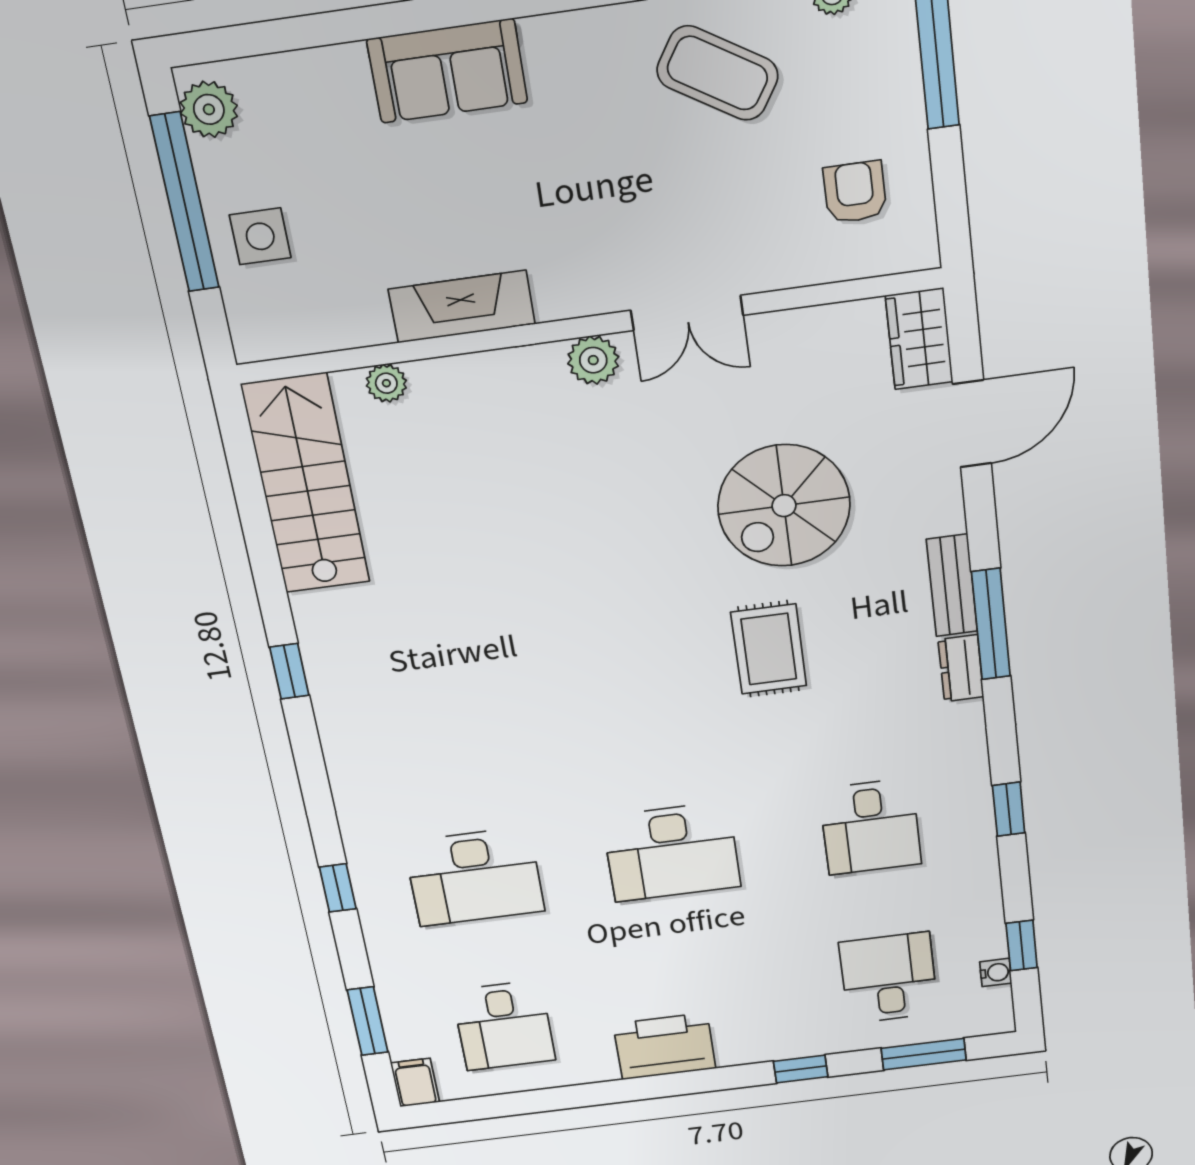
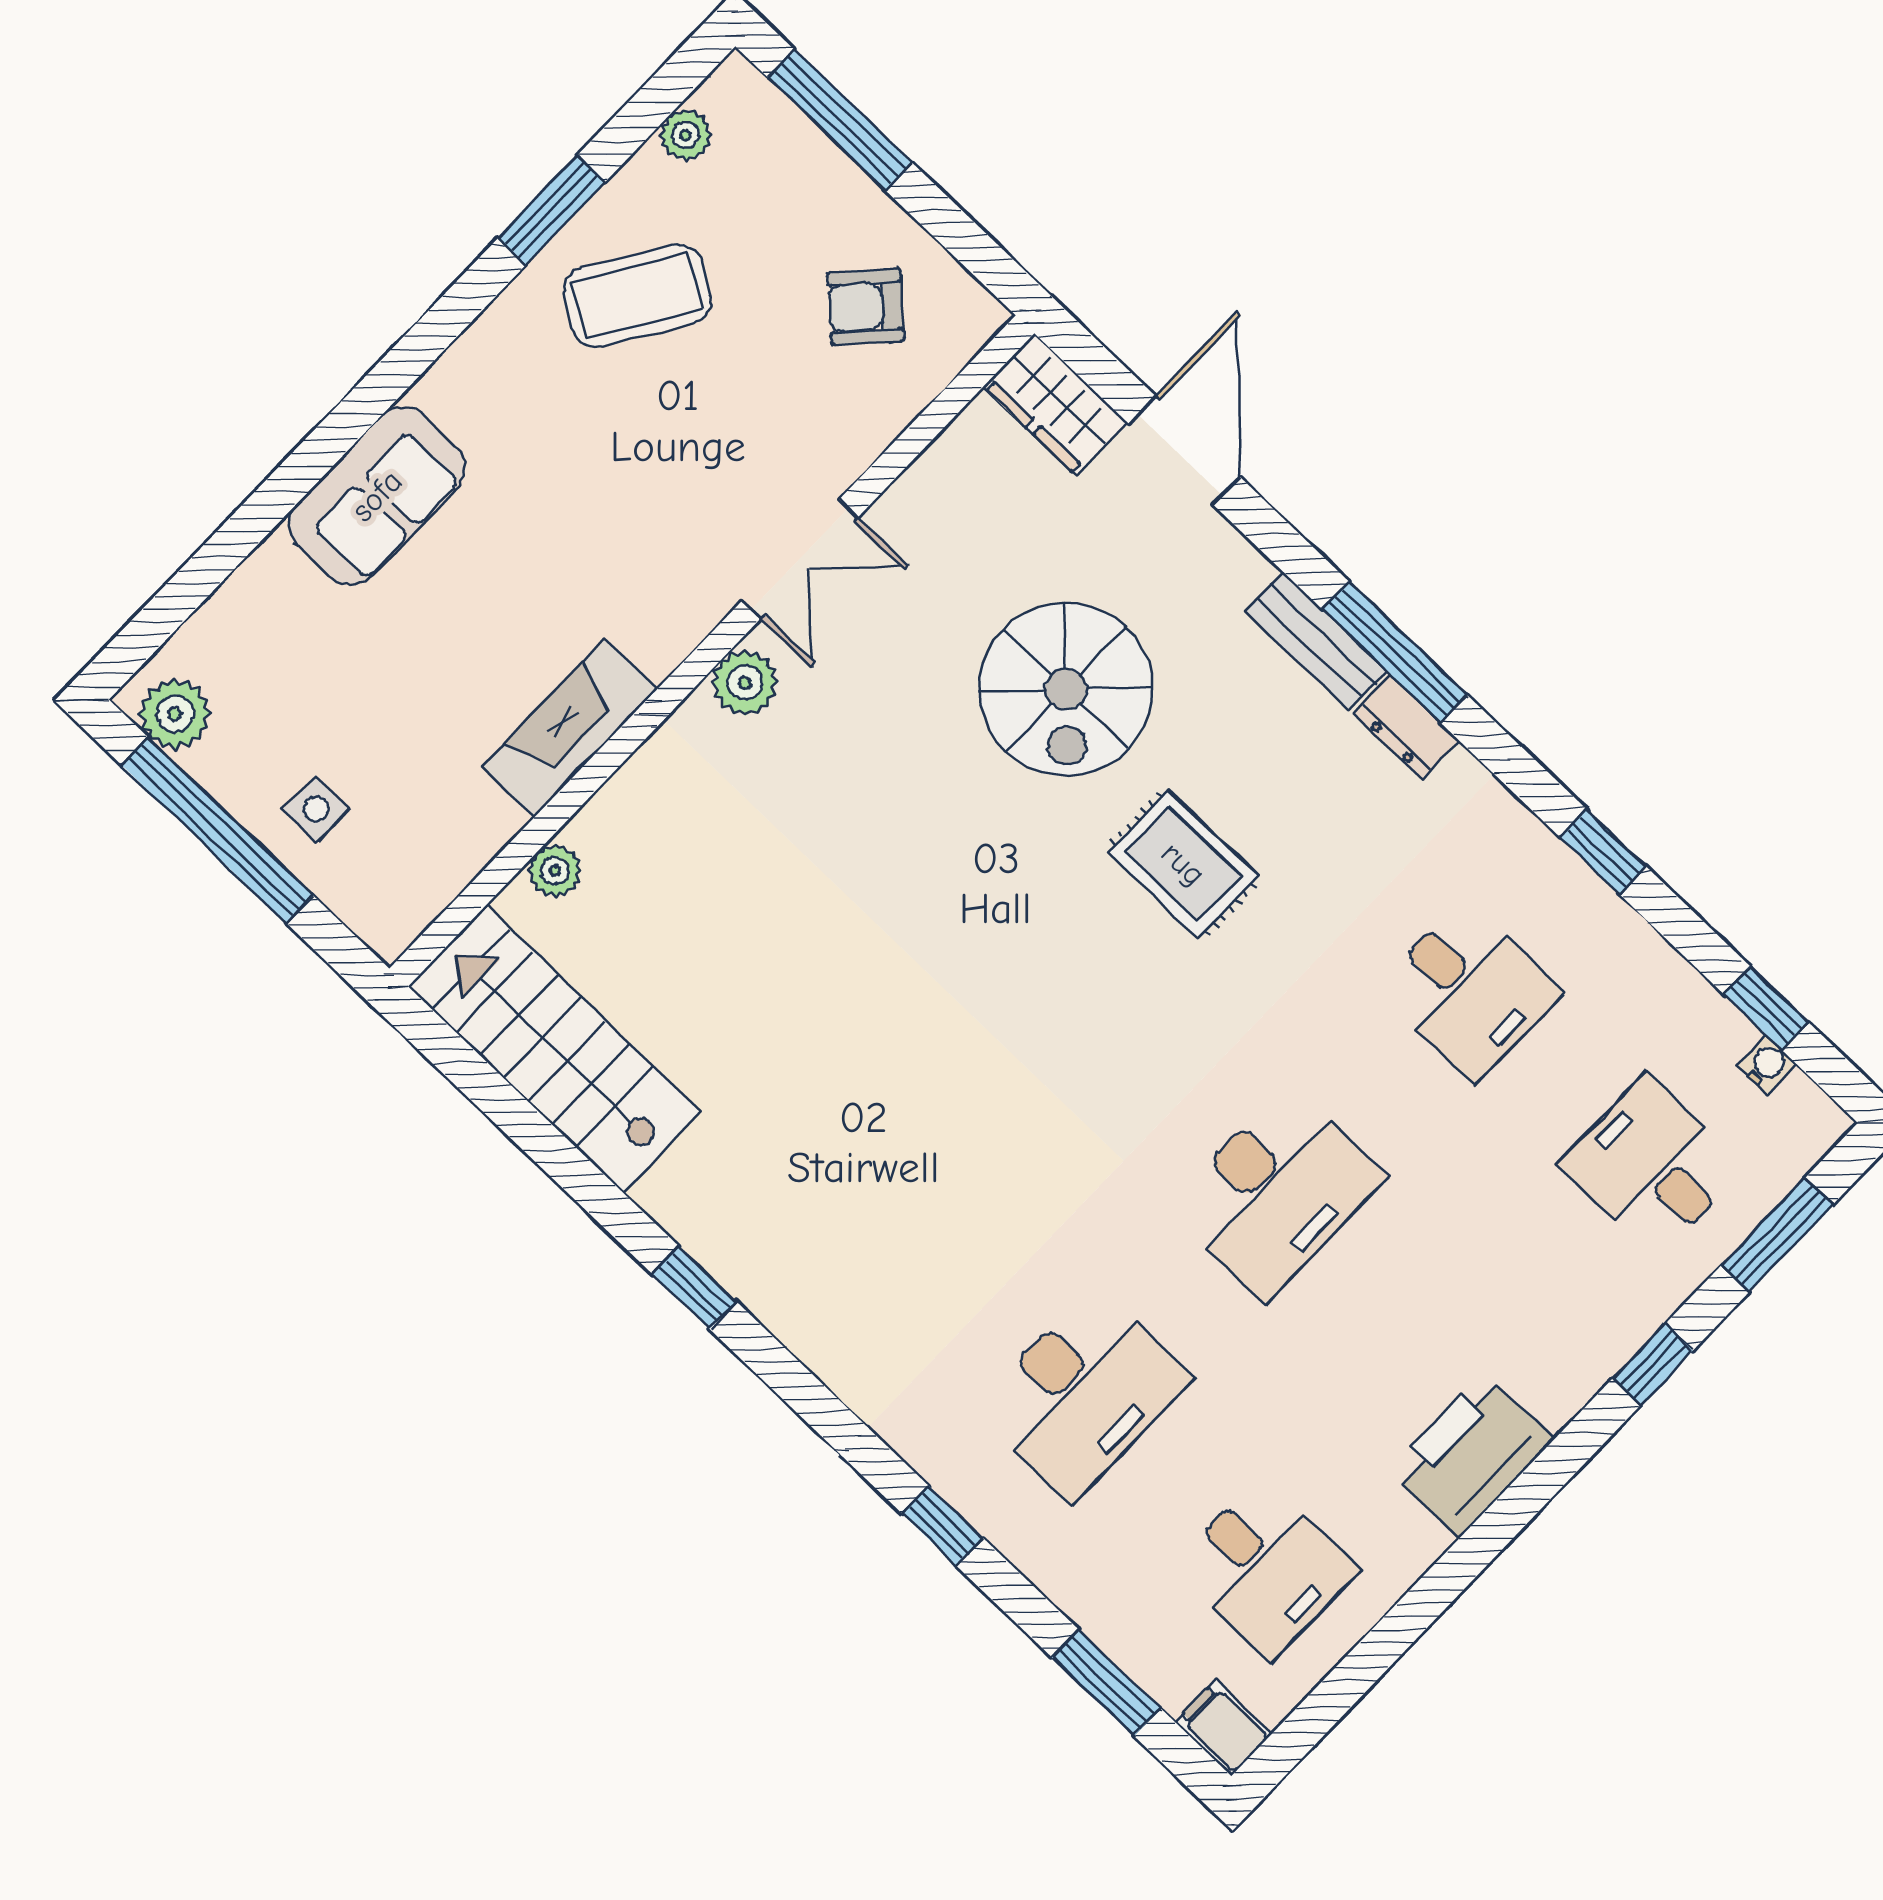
armchair: (855, 192) -> (866, 307), turned -47
side table: (260, 236) -> (316, 809), width x0.73, depth x0.73

